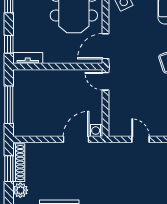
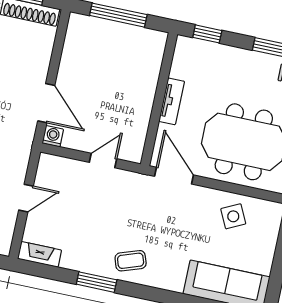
tv unit: (28, 58) -> (172, 101), moved
door: (105, 81) -> (103, 161), moved

